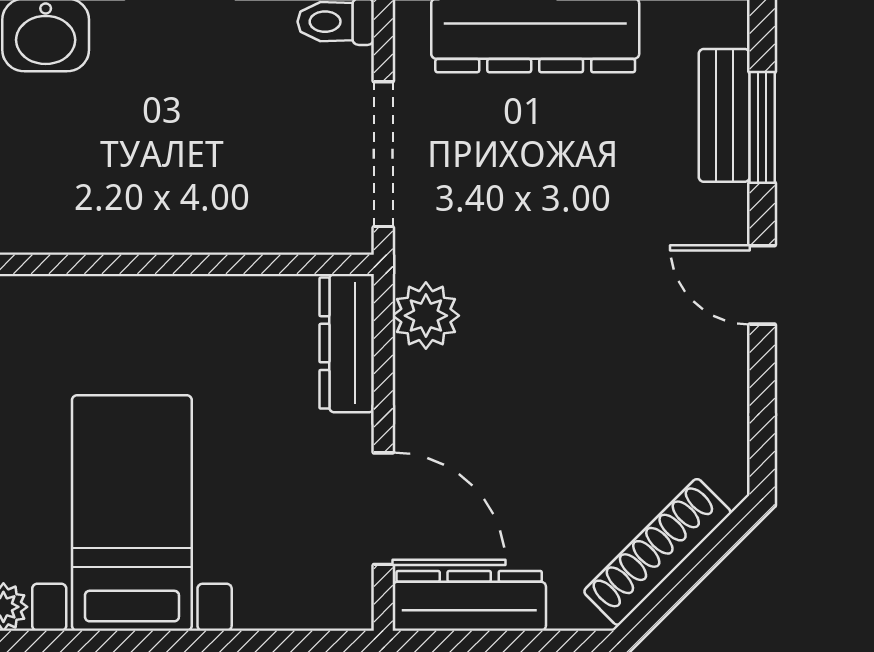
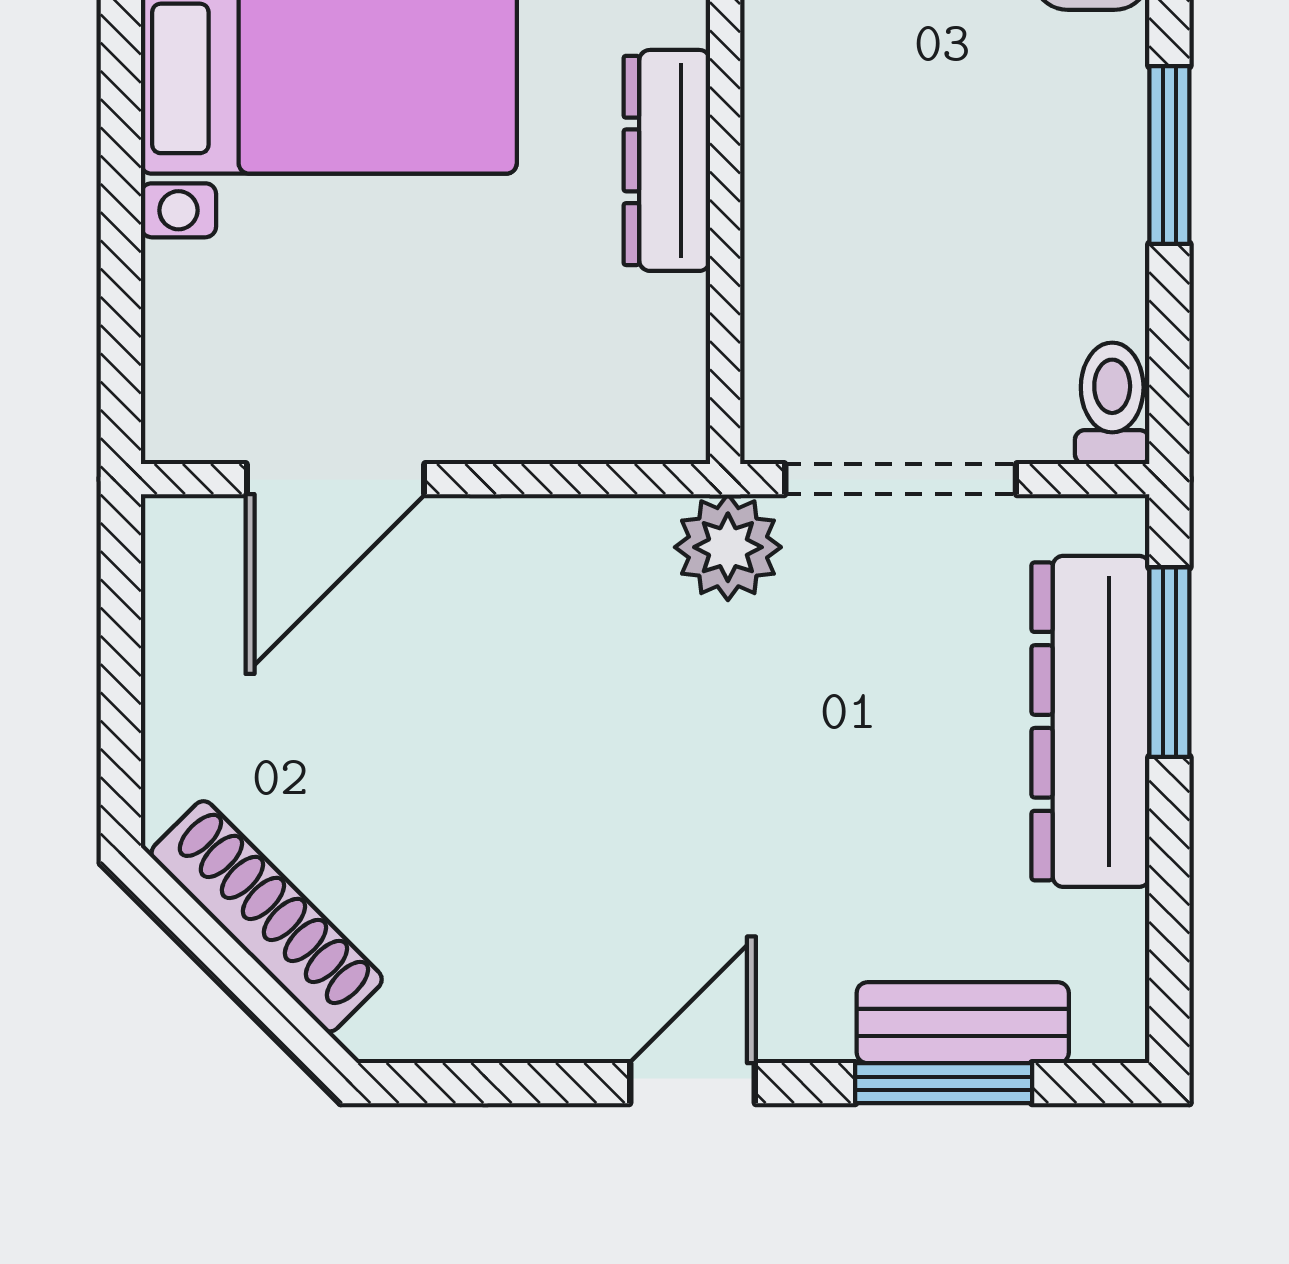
plant: (426, 316) -> (728, 547), moved
dresser: (347, 343) -> (667, 160), moved, turned -90
dresser: (469, 601) -> (189, 616), removed

